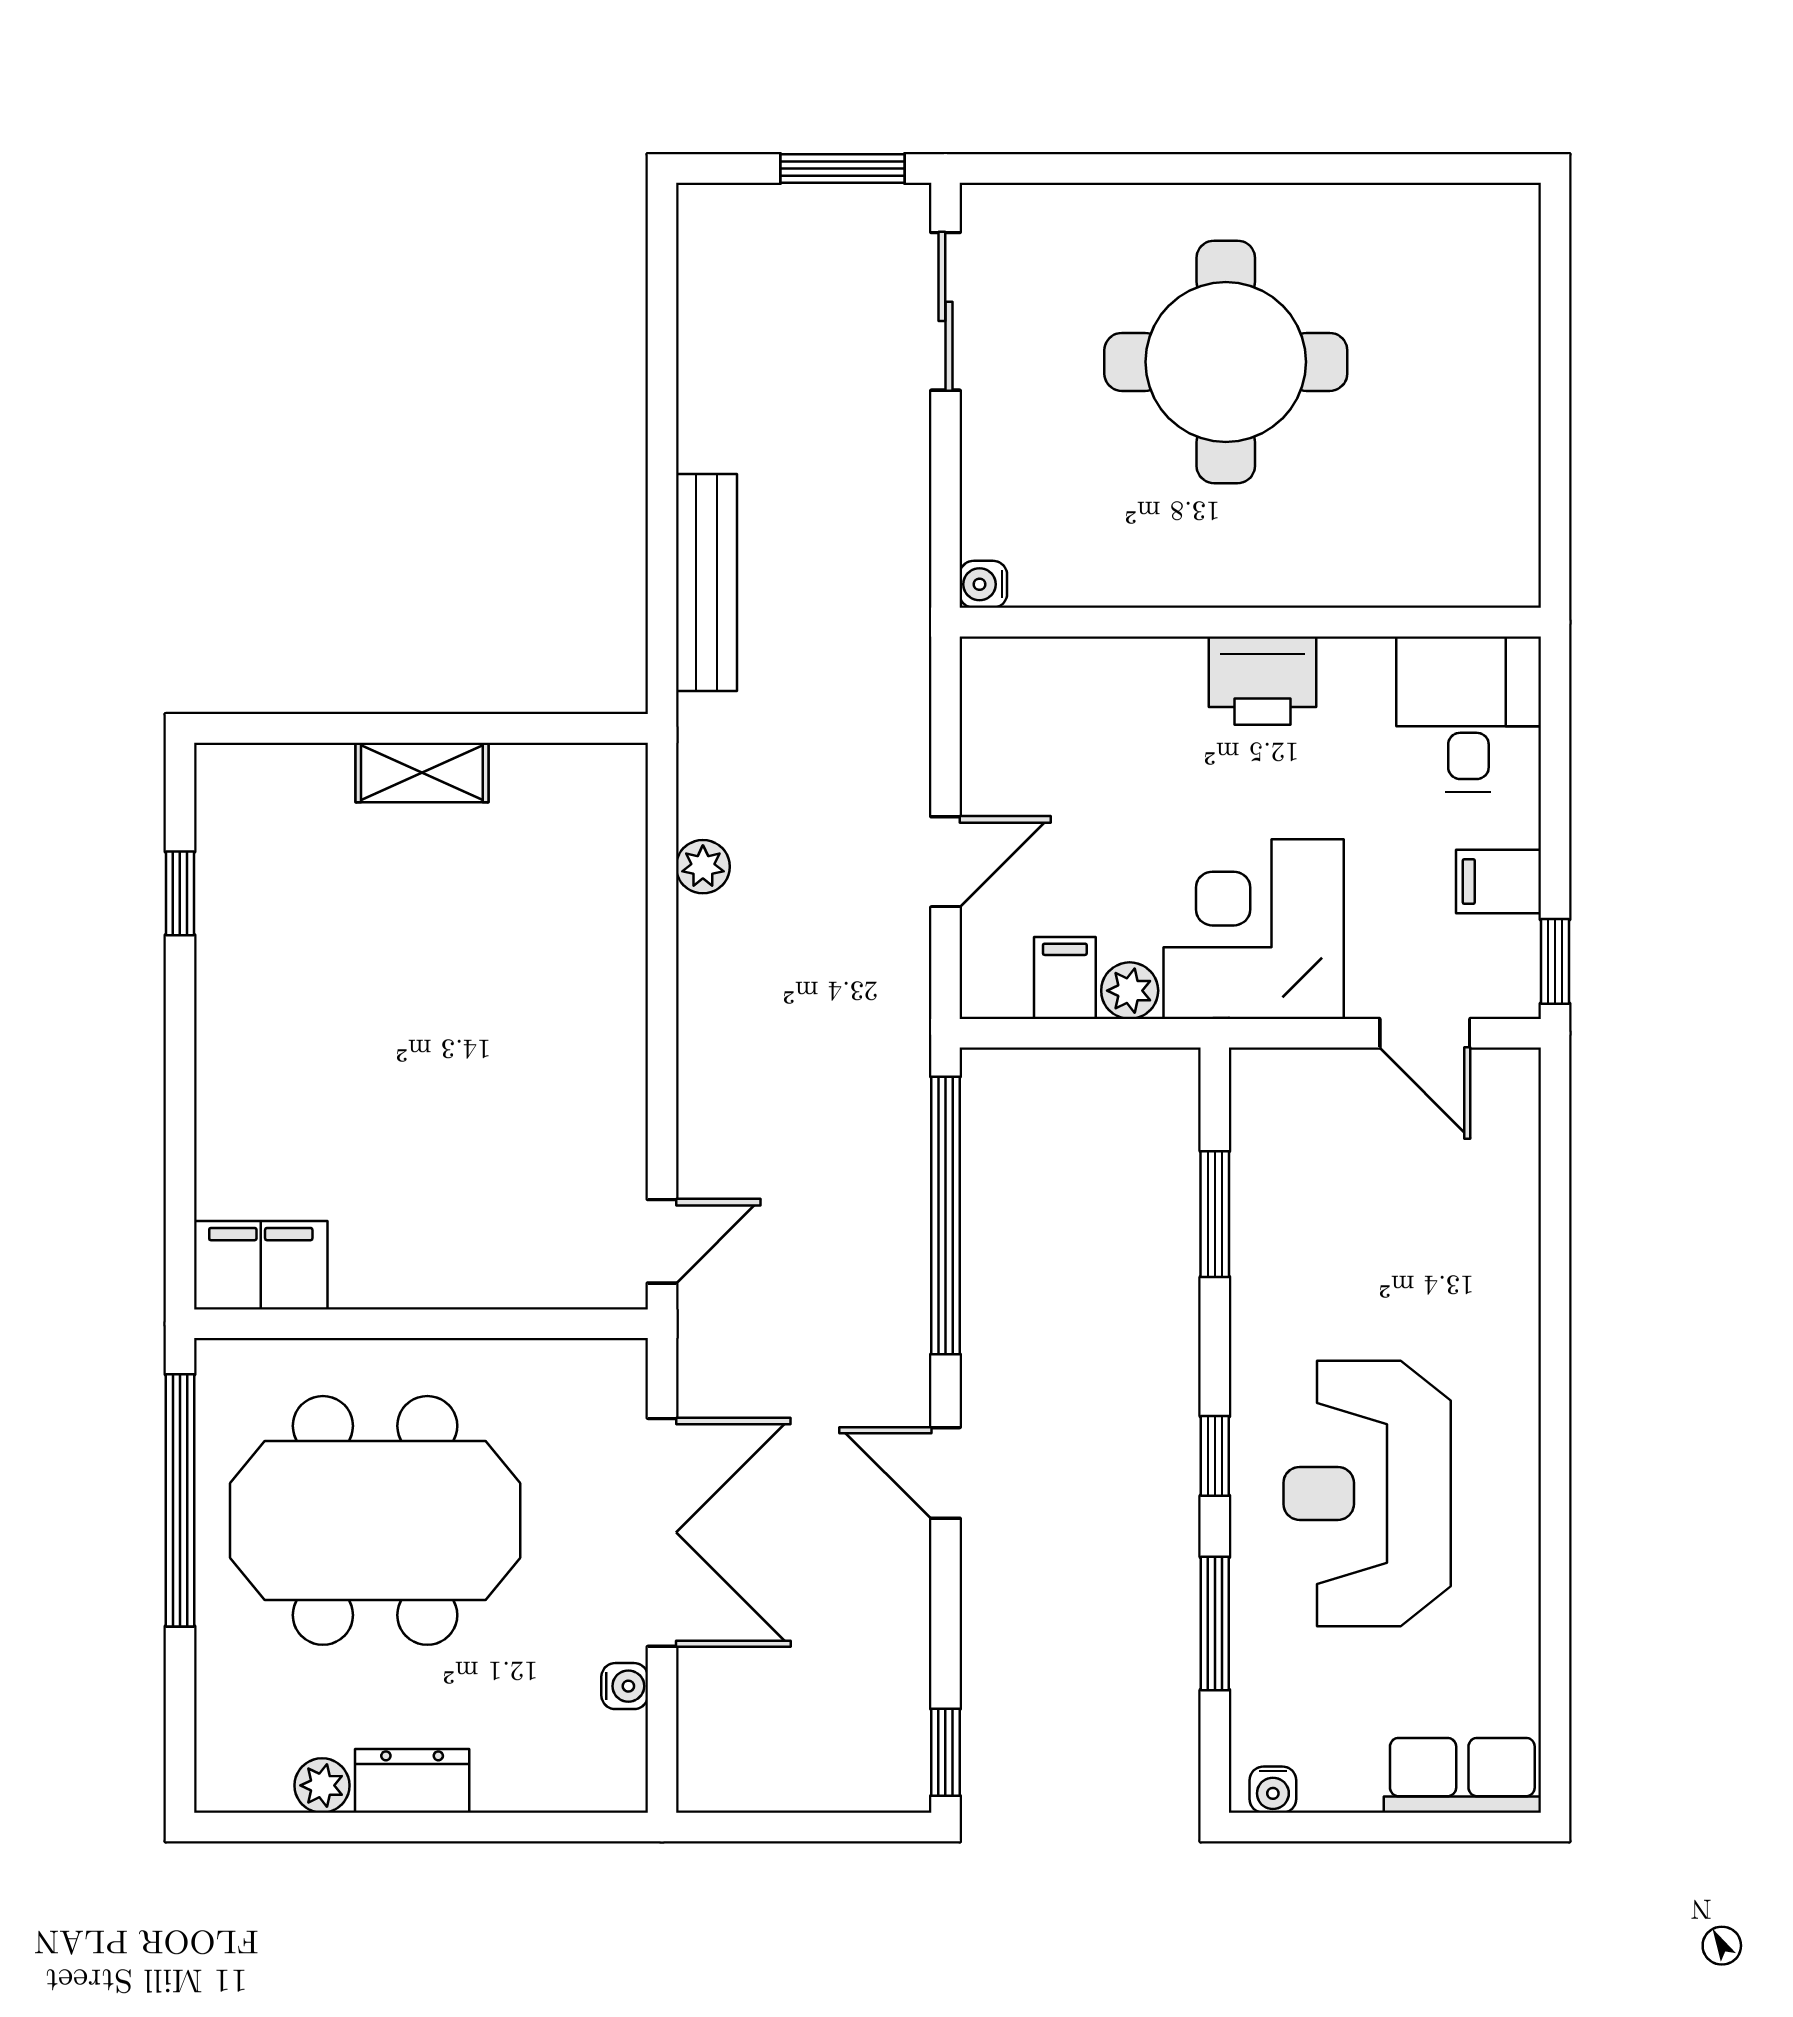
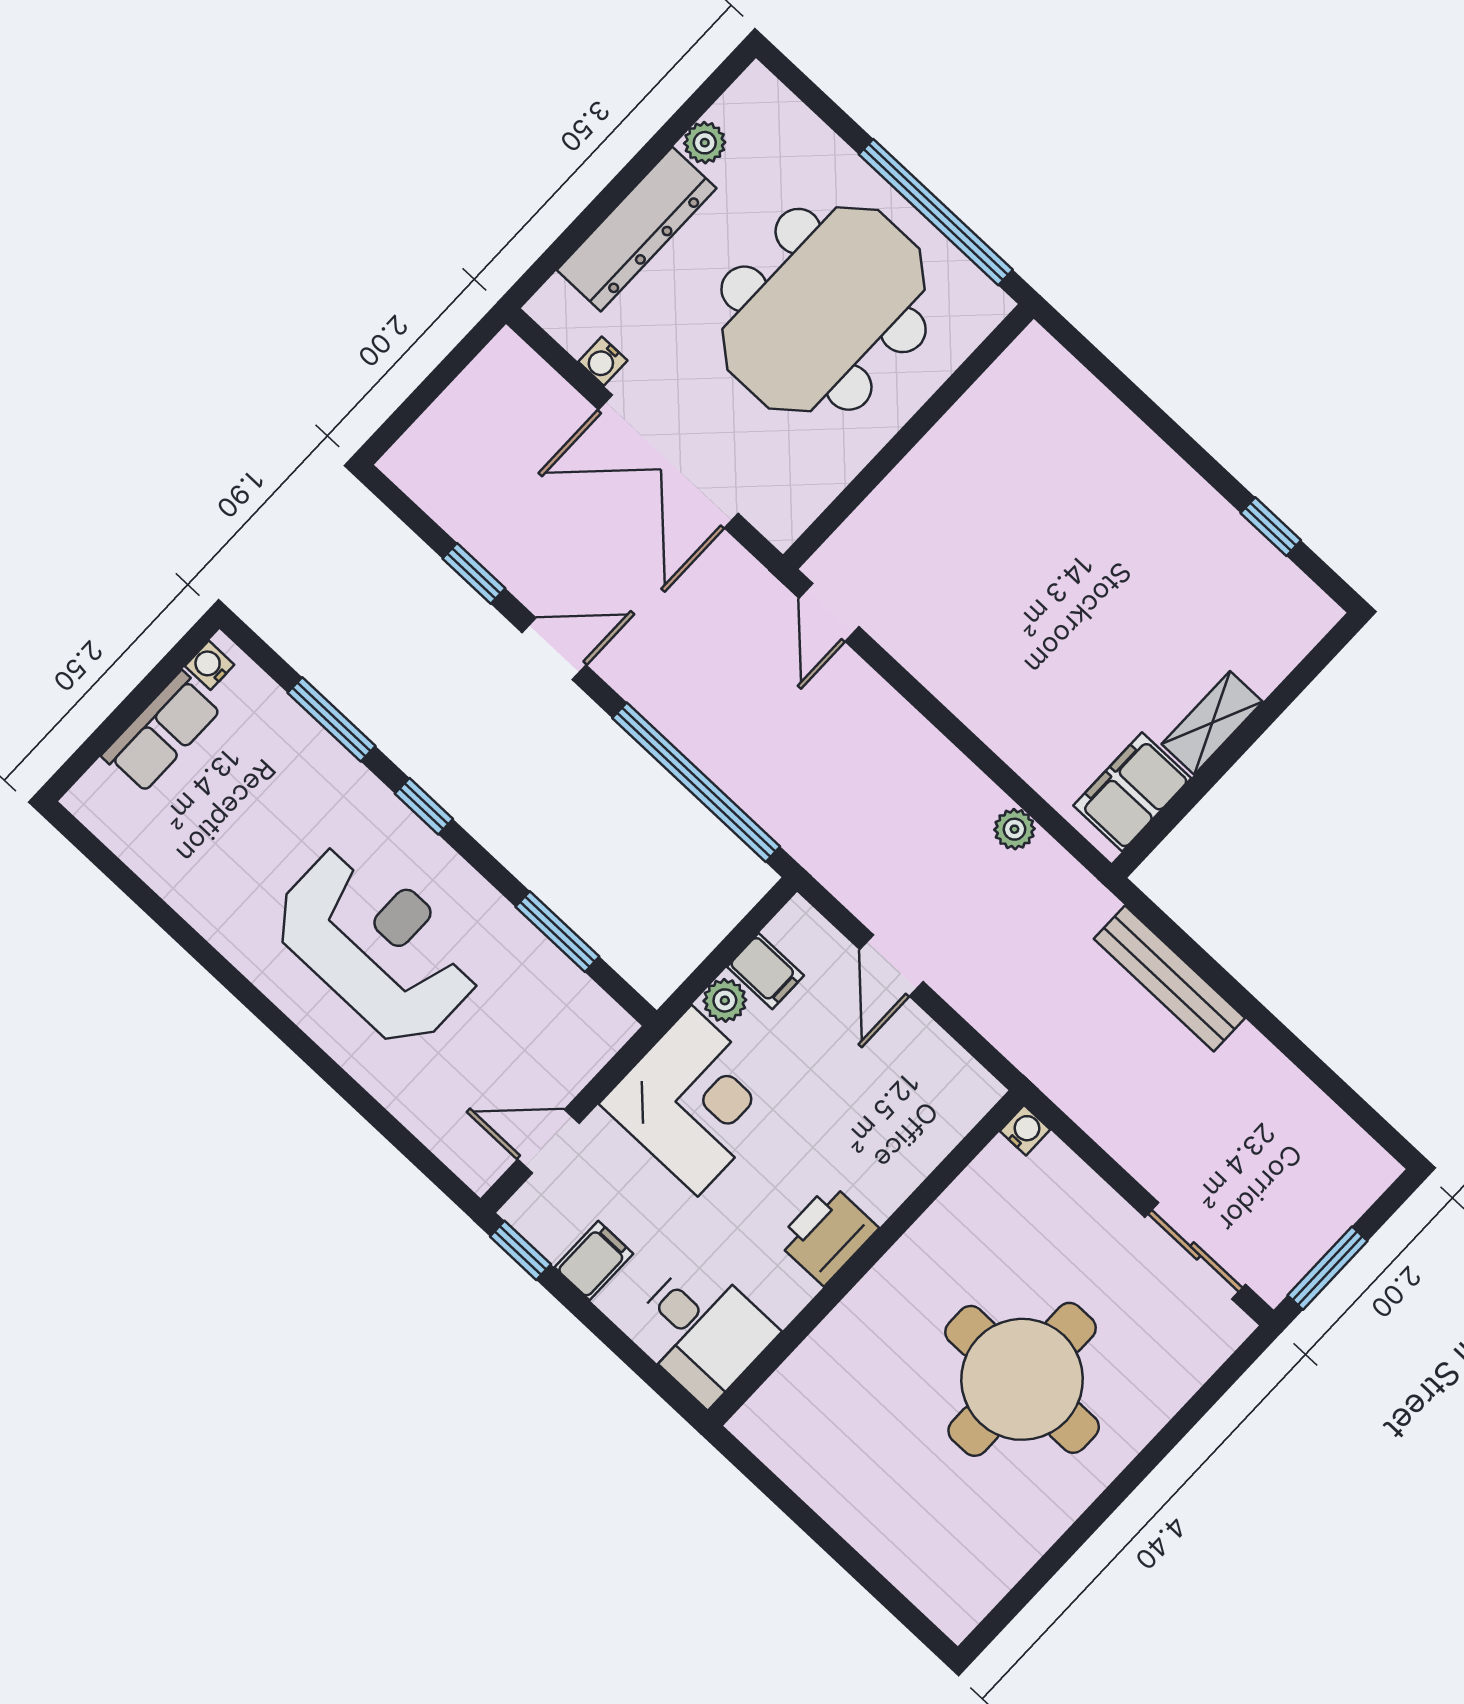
filing cabinet: (261, 1265) -> (1132, 792), moved, turned 180
reception desk: (1367, 1493) -> (377, 945), moved
window: (945, 1752) -> (474, 573), moved
row of seats: (1462, 1775) -> (162, 732), moved
dresser: (412, 1781) -> (637, 229), width x1.96, depth x1.24

